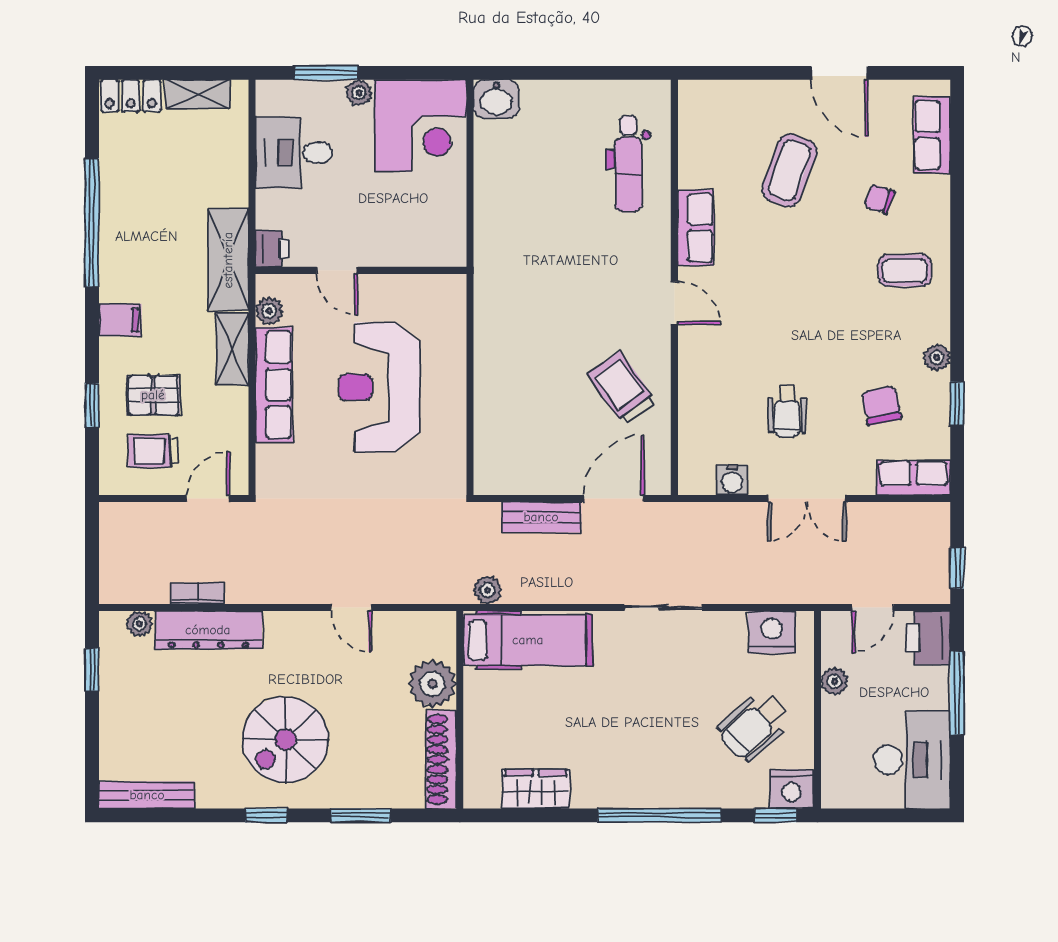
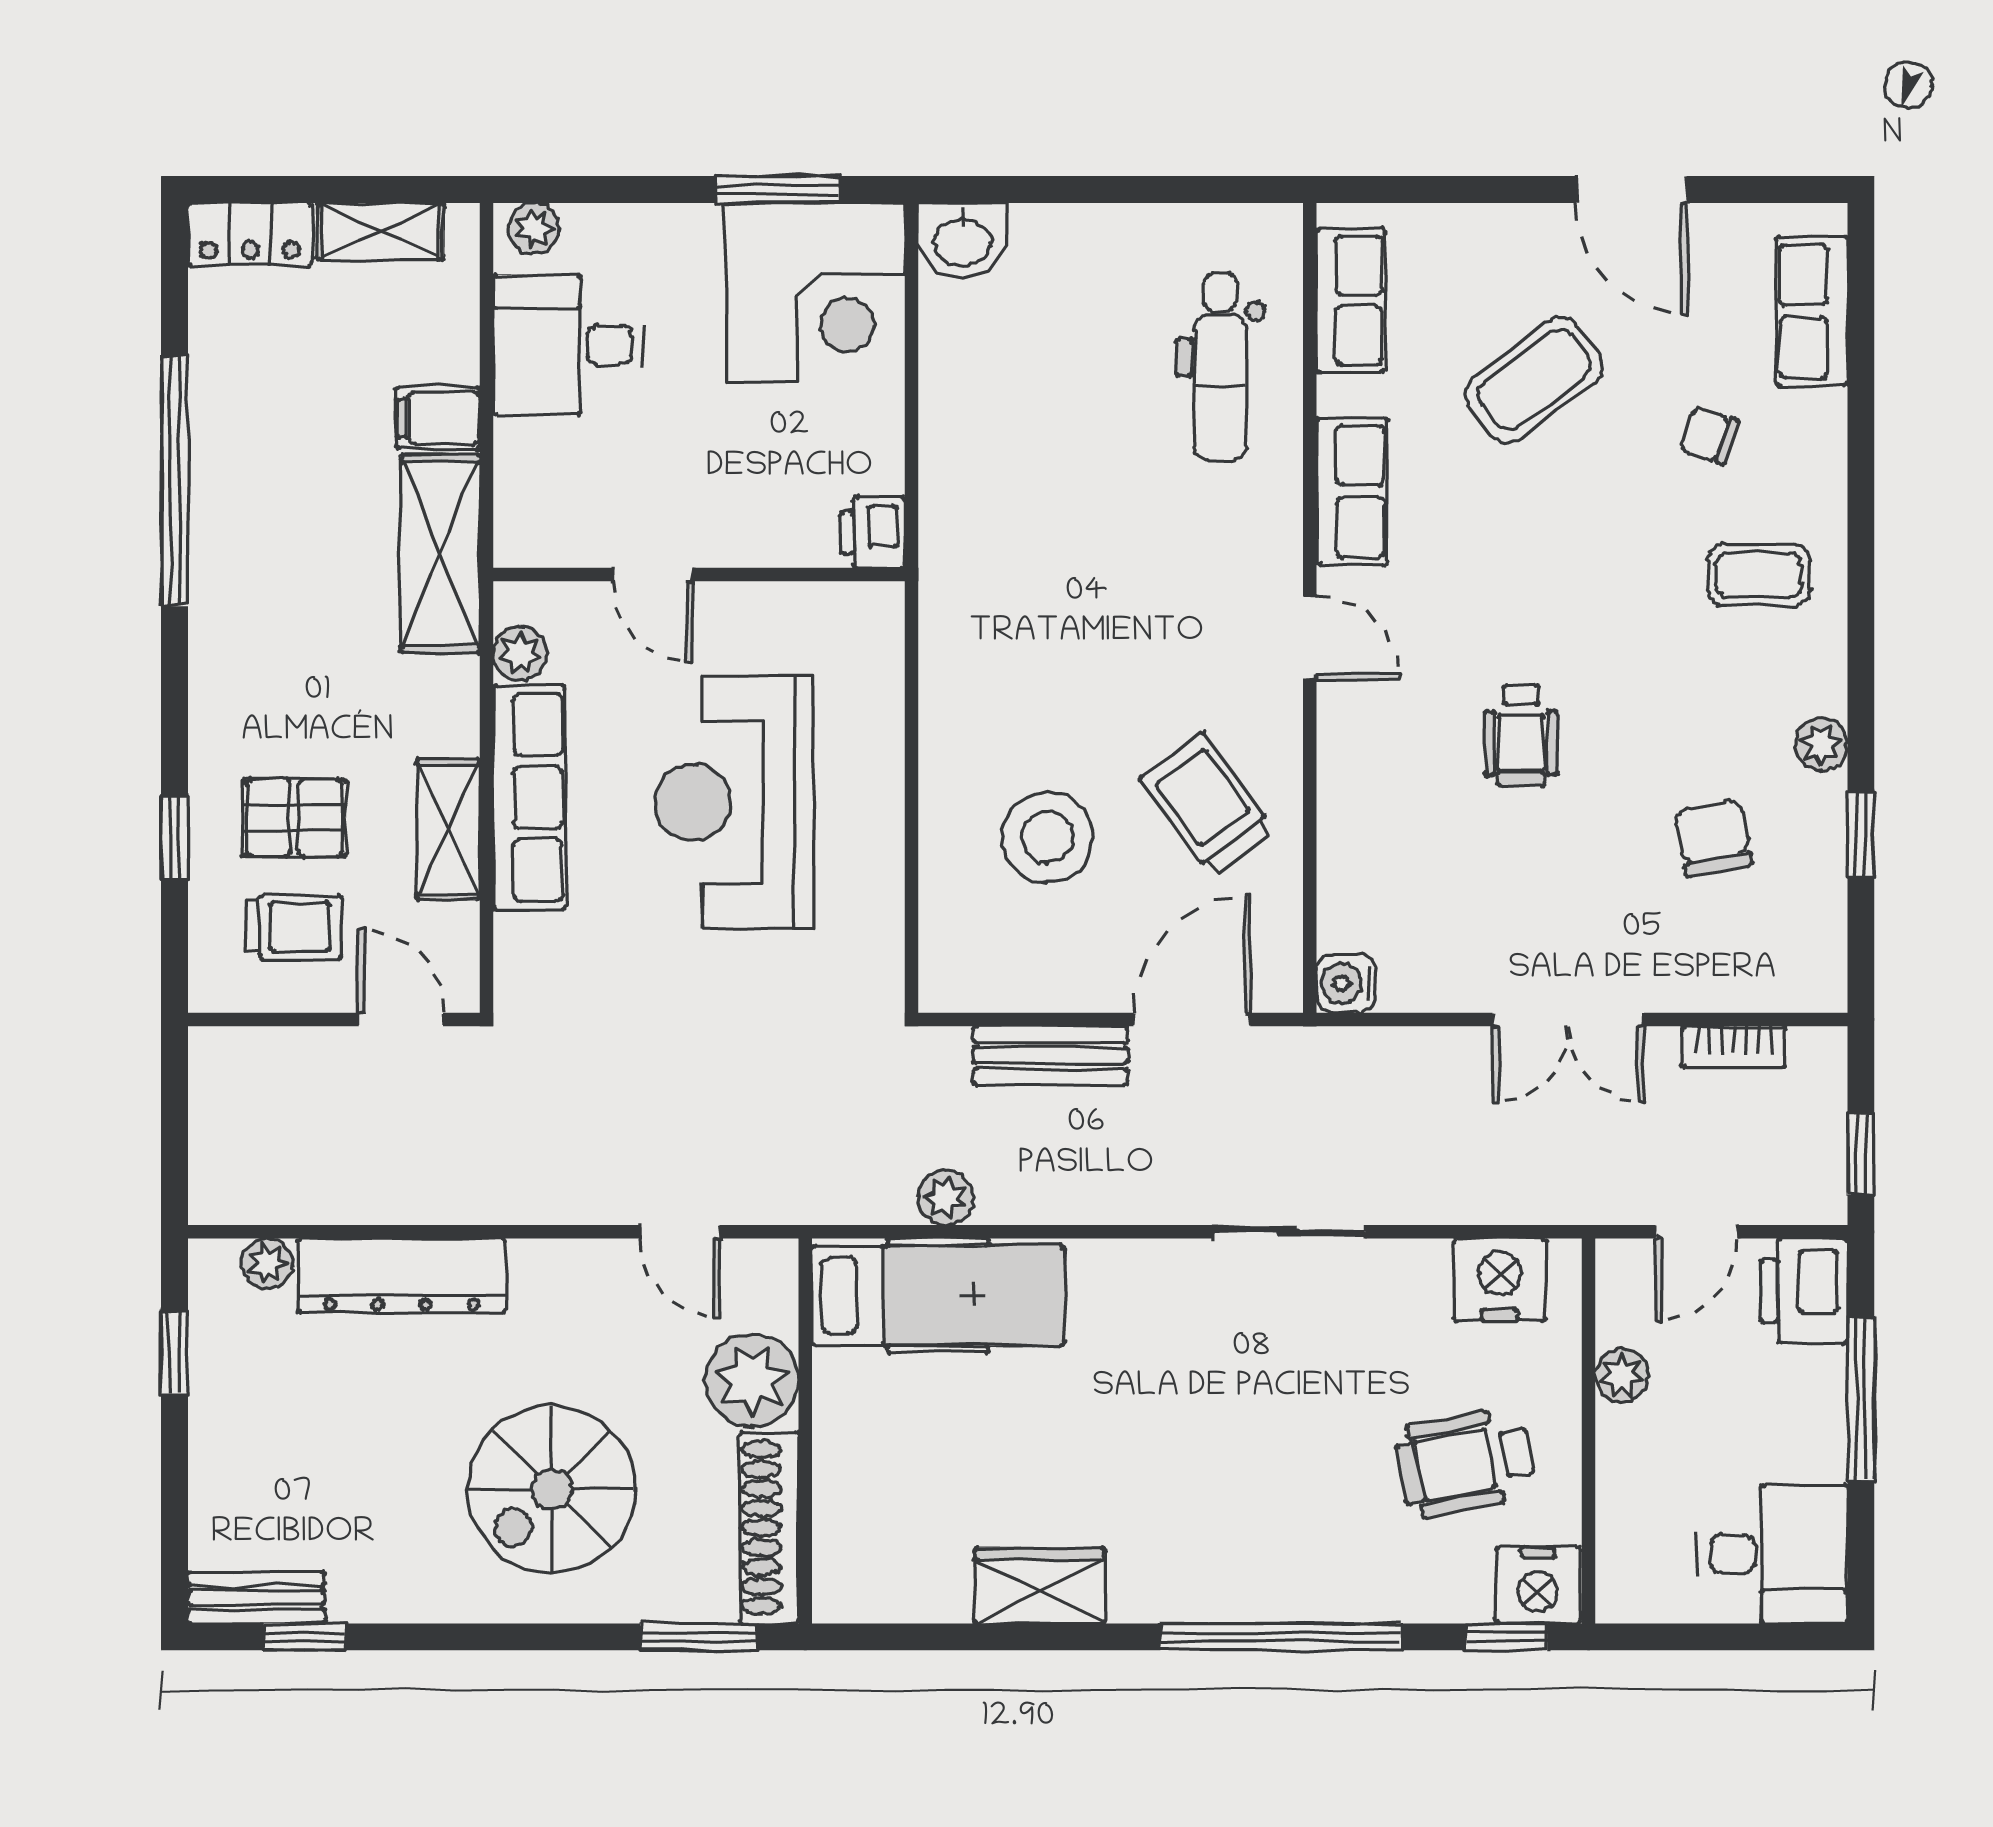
window: (326, 73) -> (777, 190), moved
plant: (359, 93) -> (534, 228), moved
coffee table: (789, 170) -> (1534, 380), turned 33
printer: (272, 249) -> (873, 533), moved, turned 180
filing cabinet: (120, 320) -> (438, 418), moved, turned 180
shelving: (232, 349) -> (448, 829), moved
stool: (540, 405) -> (1048, 837), added
wheelchair: (787, 411) -> (1521, 735), moved
trolley: (153, 451) -> (294, 927), turned 180
row of seats: (914, 478) -> (1351, 300), moved, turned 90
water cooler: (732, 480) -> (1346, 983), moved, turned 90
door: (208, 499) -> (401, 1019), hinge flipped
bookcase: (198, 594) -> (1734, 1047), moved, turned 180
hospital bed: (528, 640) -> (938, 1295), moved
plant: (432, 684) -> (752, 1380), moved
wall: (460, 710) -> (805, 1431), moved
wheelchair: (754, 726) -> (1465, 1463), turned 31
shoe rack: (441, 759) -> (769, 1528), moved
desk: (912, 760) -> (1773, 1554), width x0.73
bench: (147, 795) -> (256, 1597), width x0.73
window: (266, 815) -> (304, 1637), moved

